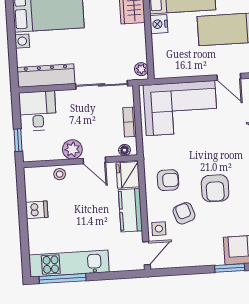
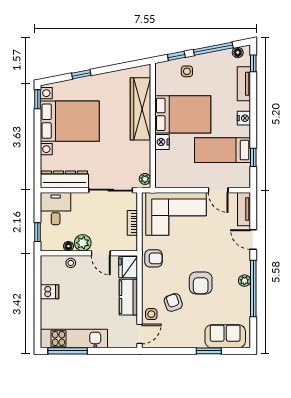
floor lamp: (124, 150) -> (68, 246), moved
armchair: (168, 180) -> (153, 258), moved

